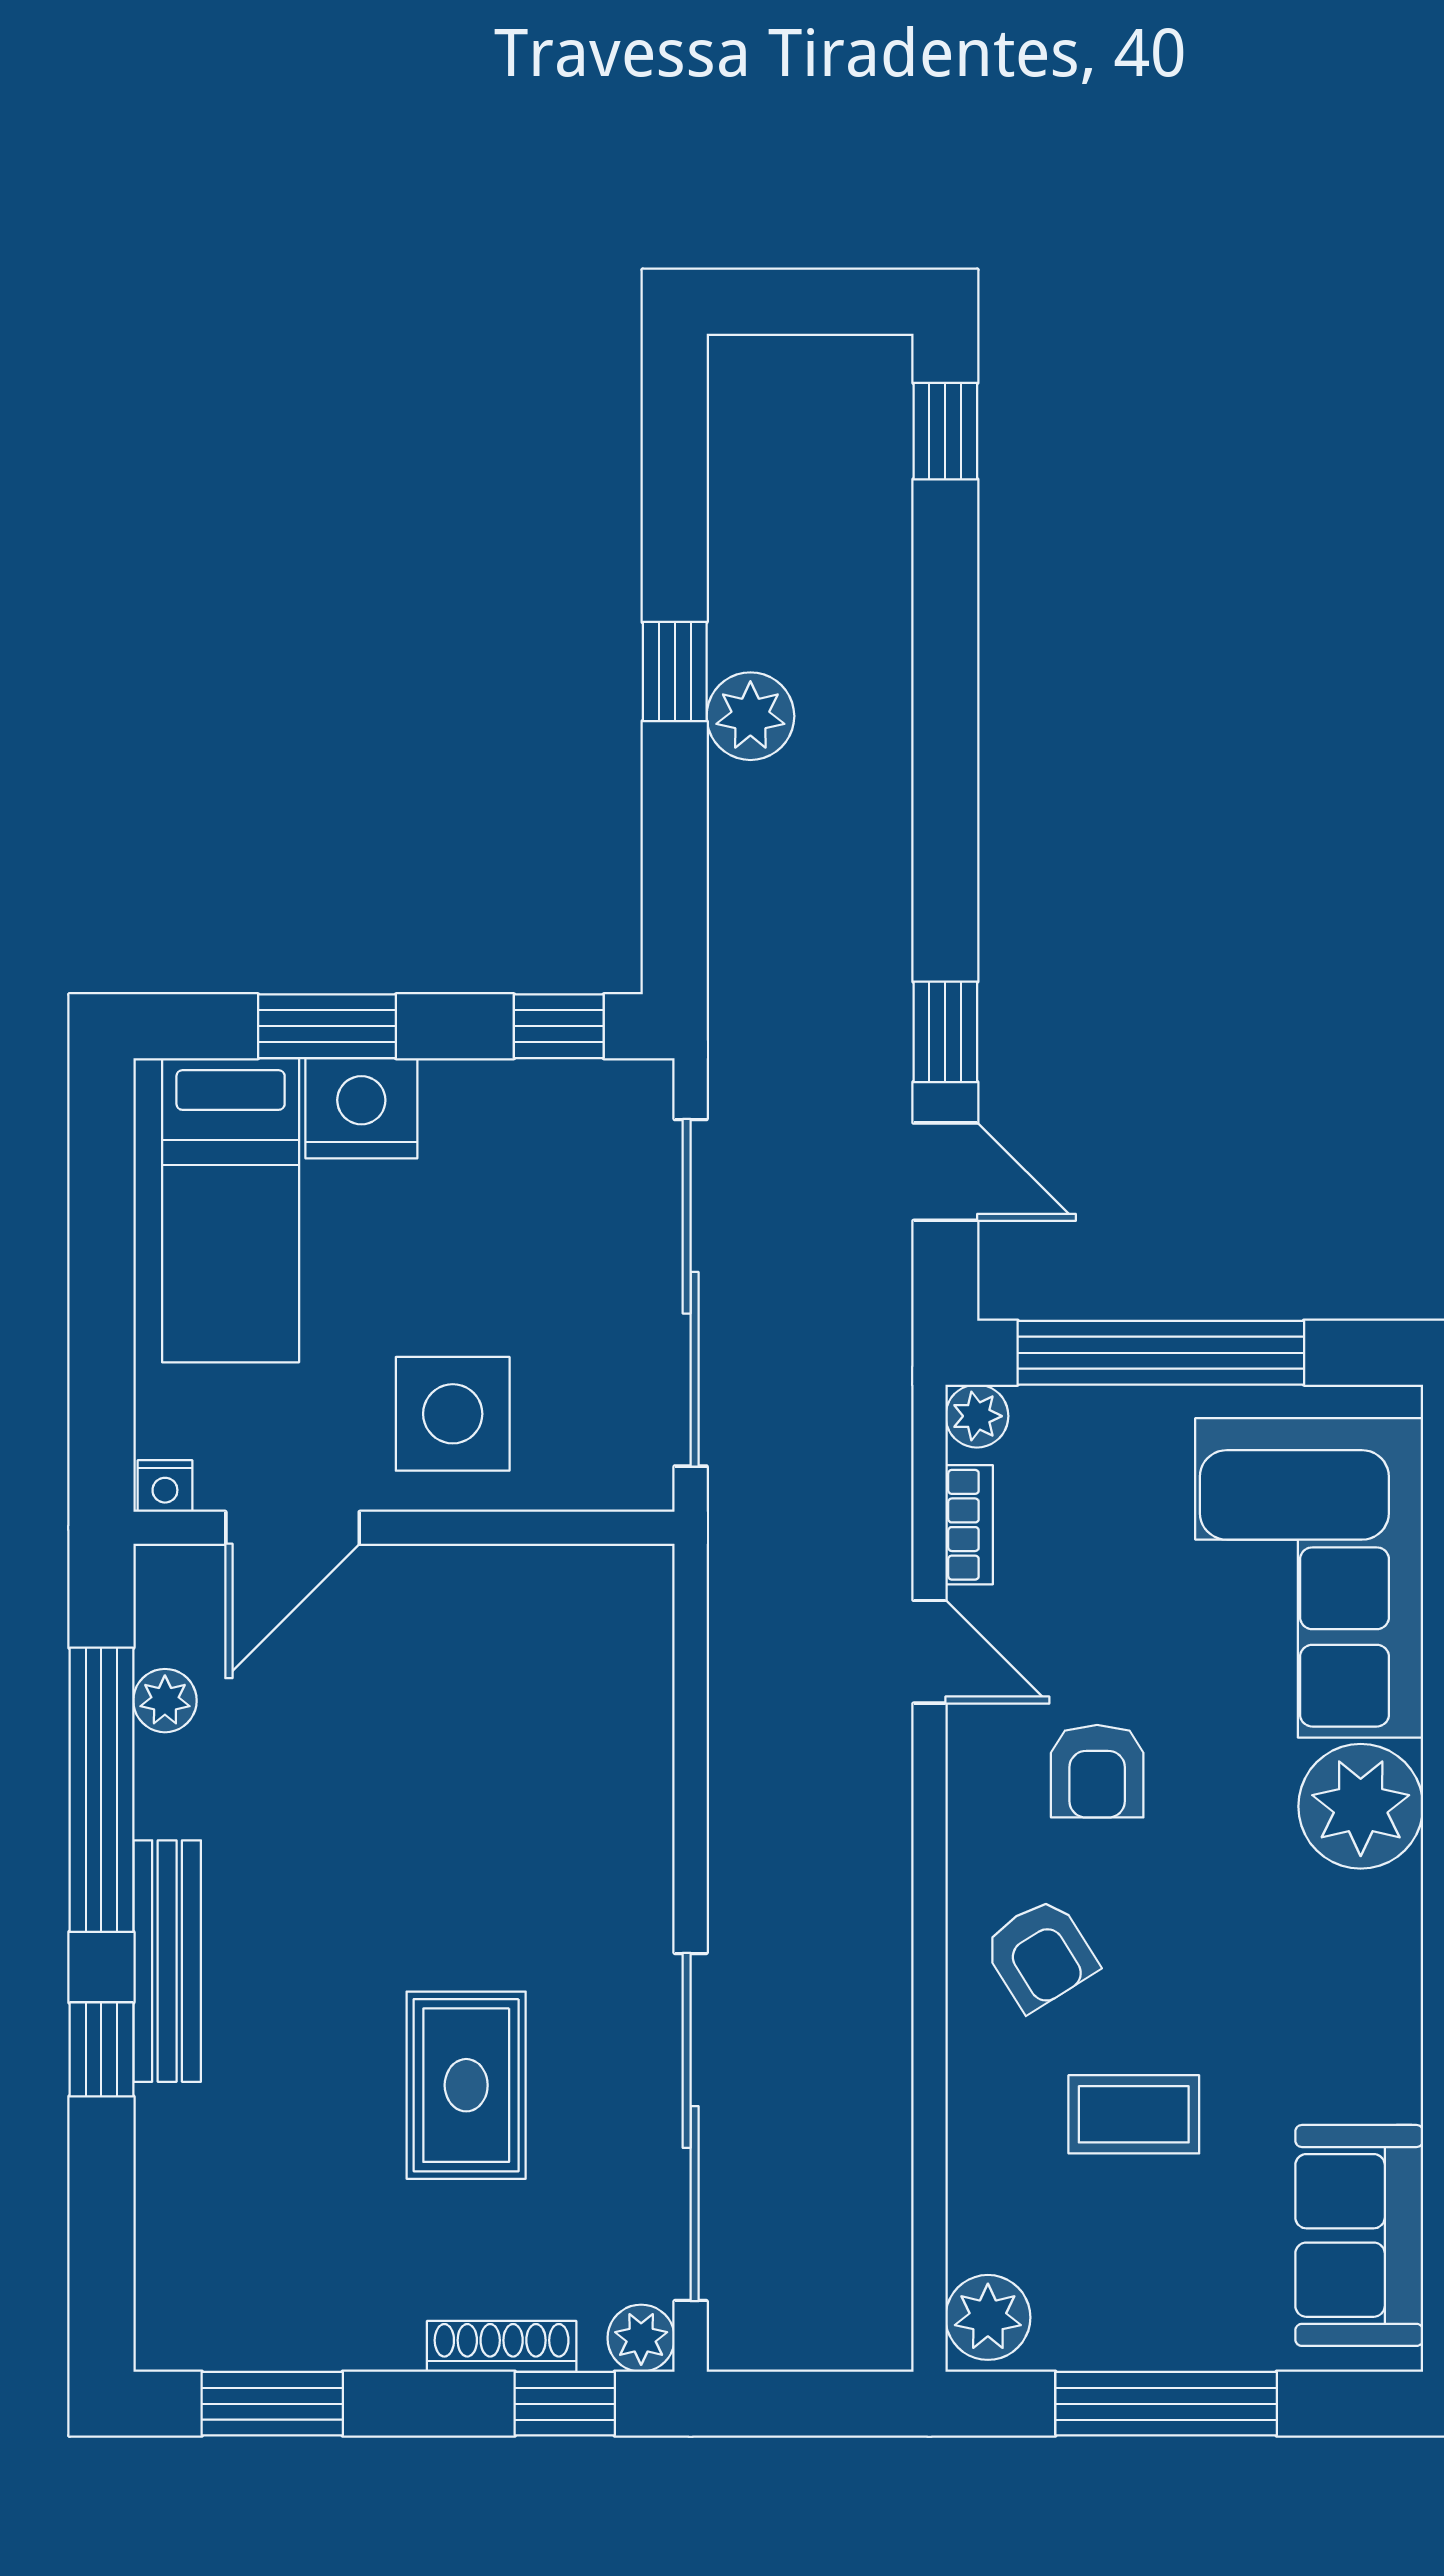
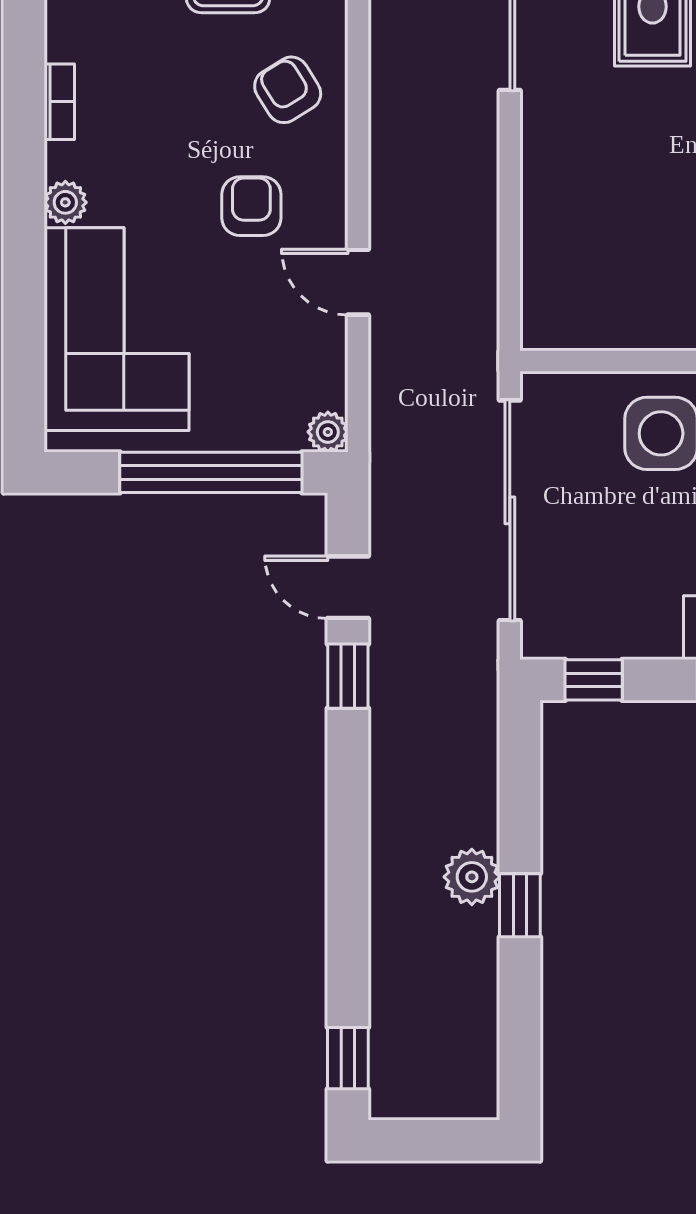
bookcase: (969, 1525) -> (59, 102), moved, turned 180
plant: (1361, 1806) -> (65, 202), width x0.53, depth x0.53

